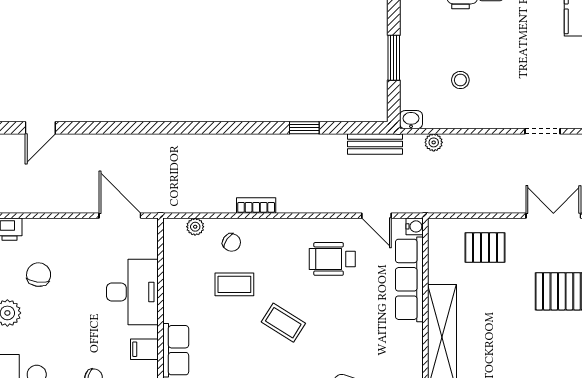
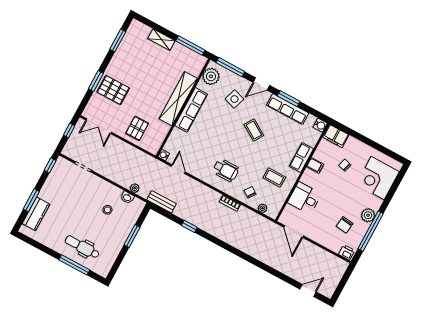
washbasin: (411, 120) -> (127, 197), moved
pallet: (485, 248) -> (137, 128), turned 90
wheelchair: (332, 259) -> (226, 170), moved
row of seats: (409, 279) -> (191, 110), moved
coffee table: (234, 284) -> (274, 178), moved
desk: (132, 292) -> (305, 198), width x0.73
coffee table: (283, 323) -> (254, 130), moved

